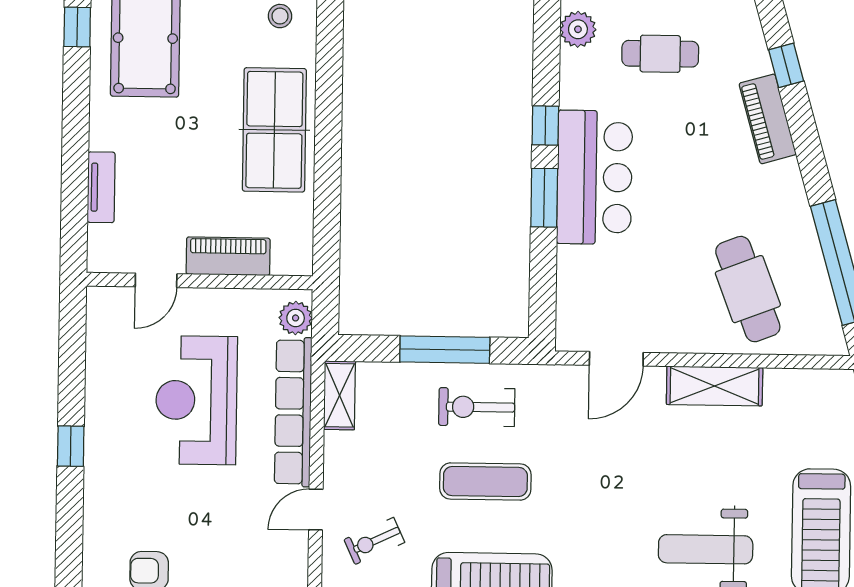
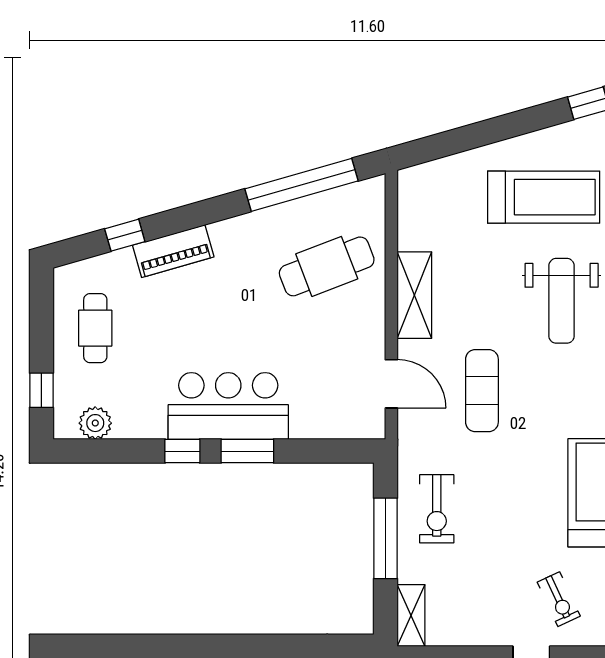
cafe table: (660, 54) -> (95, 328), moved
shelving: (340, 395) -> (411, 615), moved, turned 90
exercise mat: (485, 481) -> (482, 391), moved

